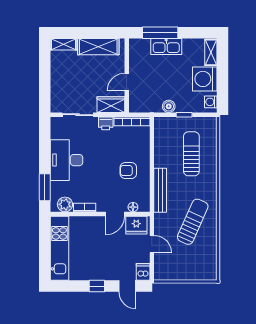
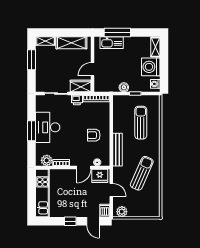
kitchen sink: (166, 47) -> (112, 43), moved
window: (45, 69) -> (32, 60), added
window: (45, 187) -> (32, 131), moved
plant: (166, 273) -> (122, 212), added

